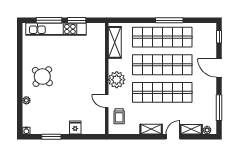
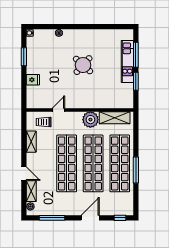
kitchen unit: (56, 29) -> (127, 61), width x0.73
round table: (42, 77) -> (83, 65), moved
plant: (117, 80) -> (90, 120), moved
shelving: (151, 129) -> (31, 142), moved

